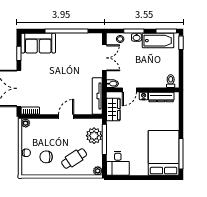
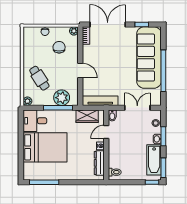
sofa: (38, 43) -> (149, 58), width x1.85, depth x1.27
double door: (104, 58) -> (137, 108), swing flipped
door: (129, 90) -> (106, 132), hinge flipped
bed: (164, 153) -> (45, 147), moved
chair: (46, 157) -> (59, 47), moved

